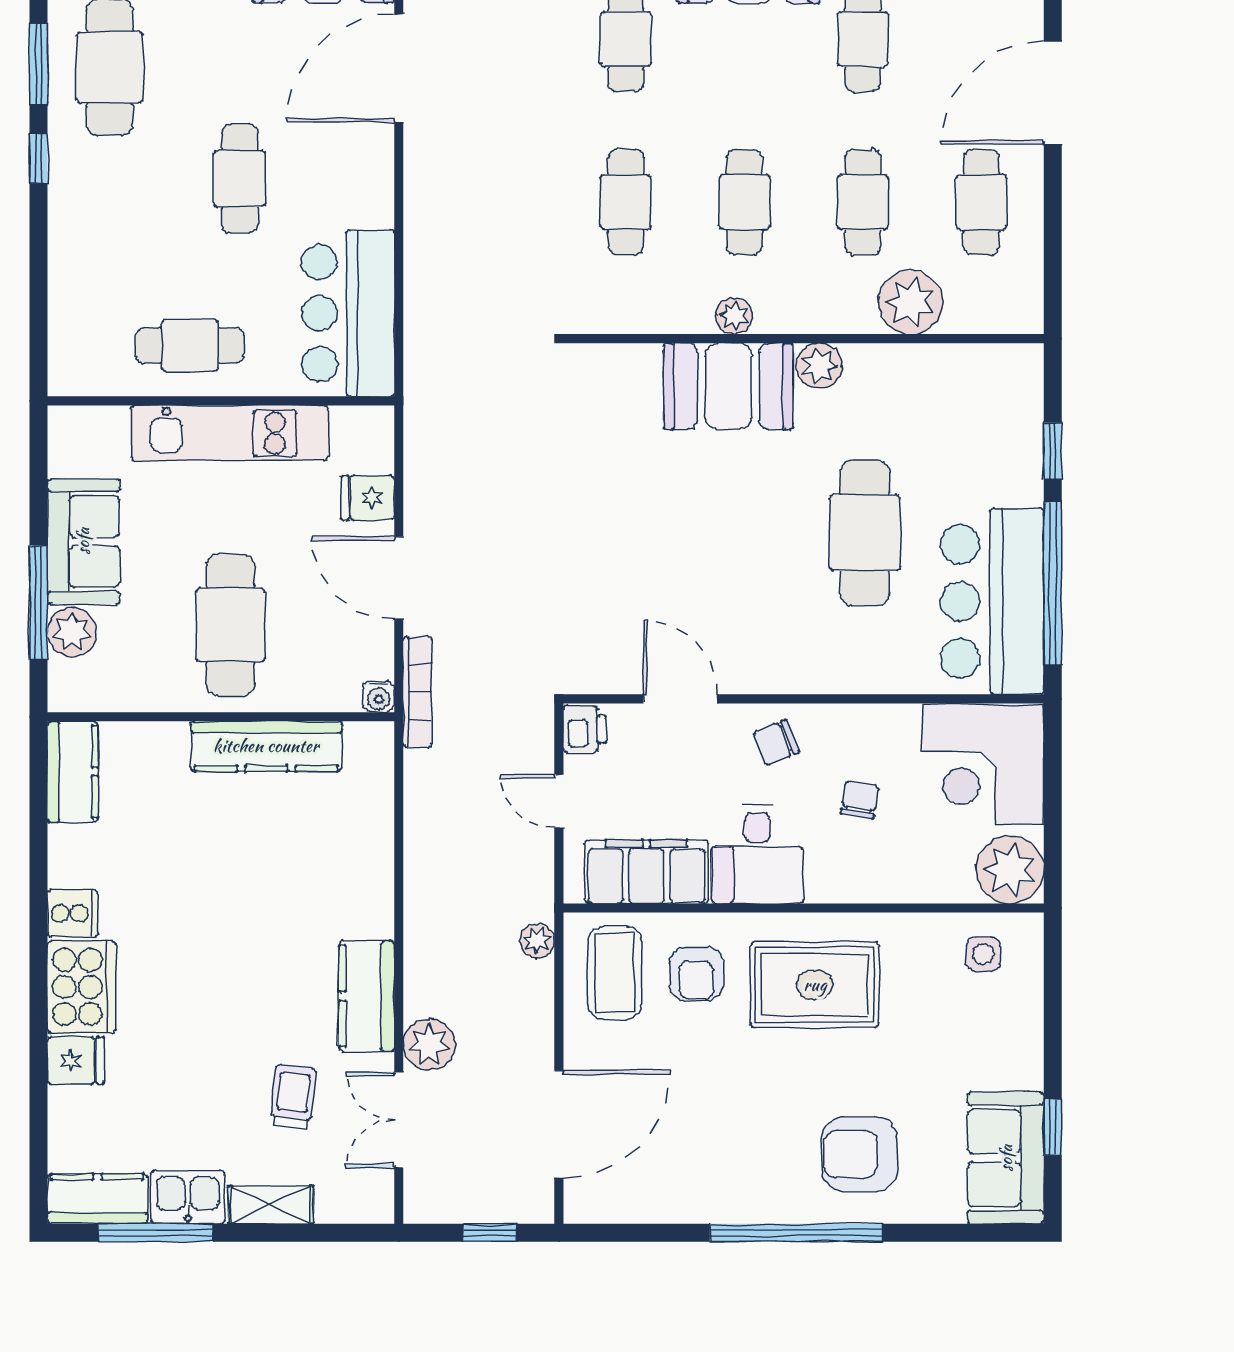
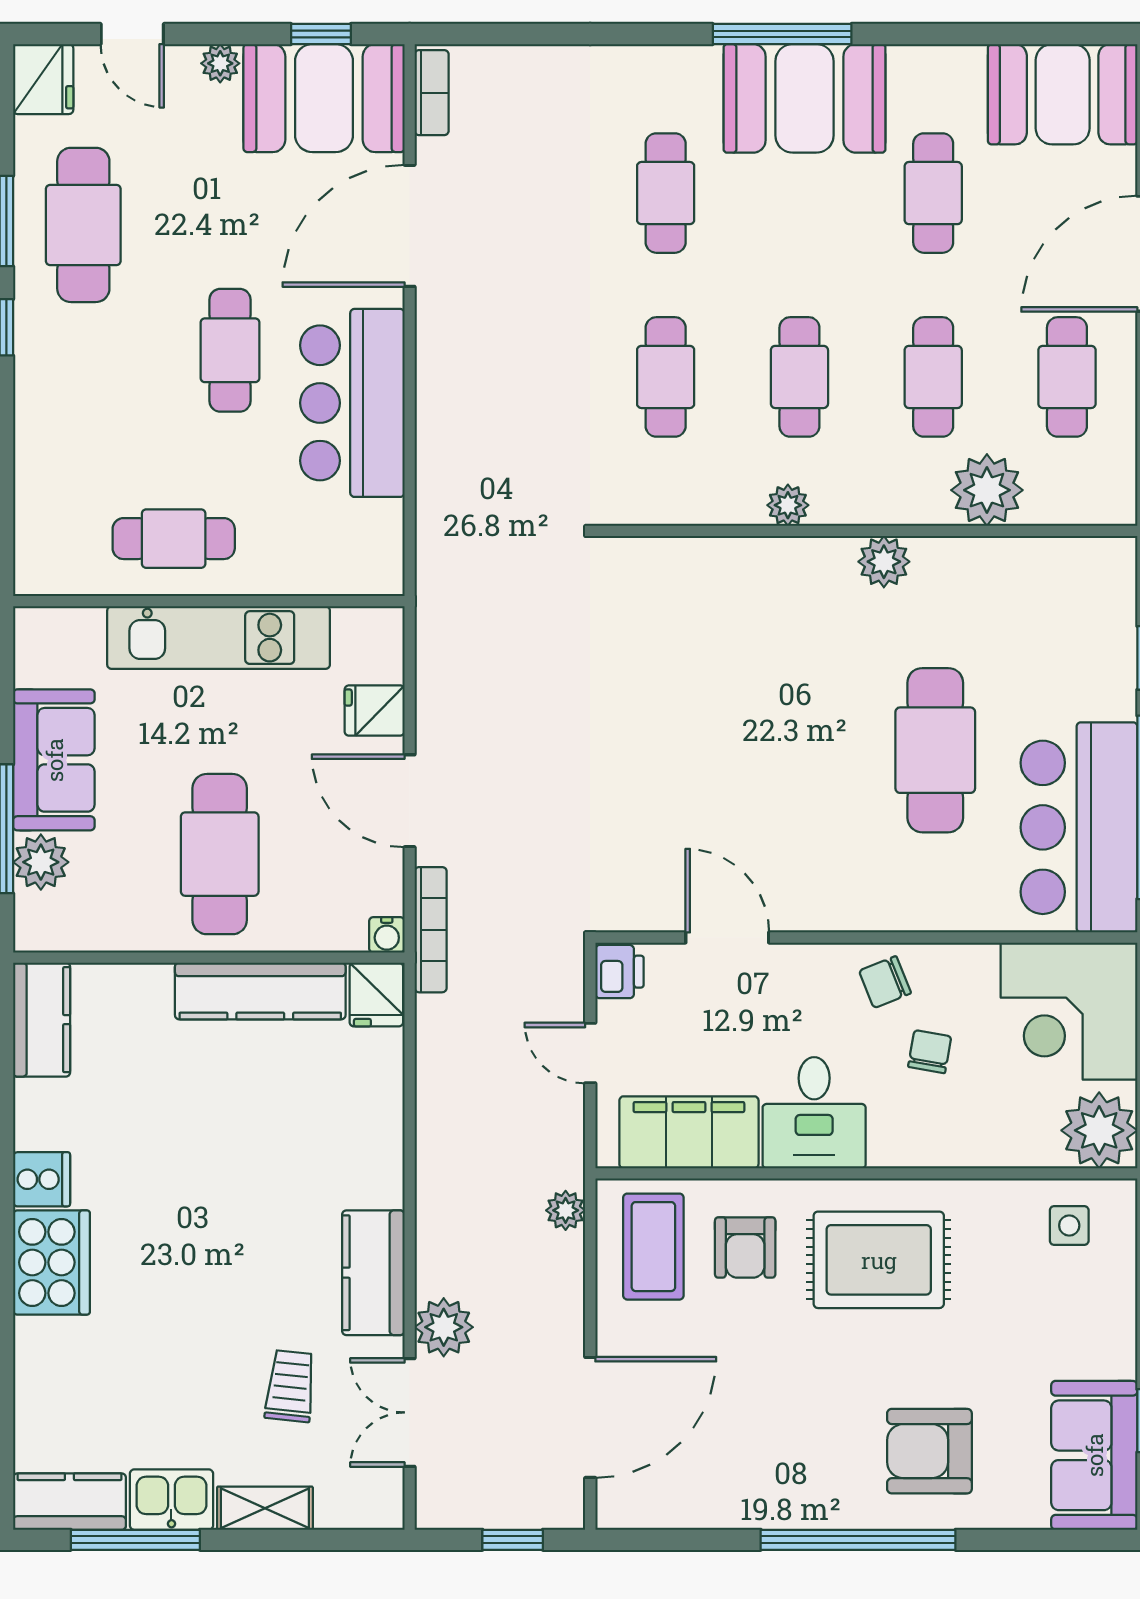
bar counter: (348, 313) -> (352, 403), moved
booth: (728, 386) -> (781, 585), removed
chair: (776, 743) -> (885, 982), moved
fridge: (76, 1060) -> (376, 995), moved, turned 90

